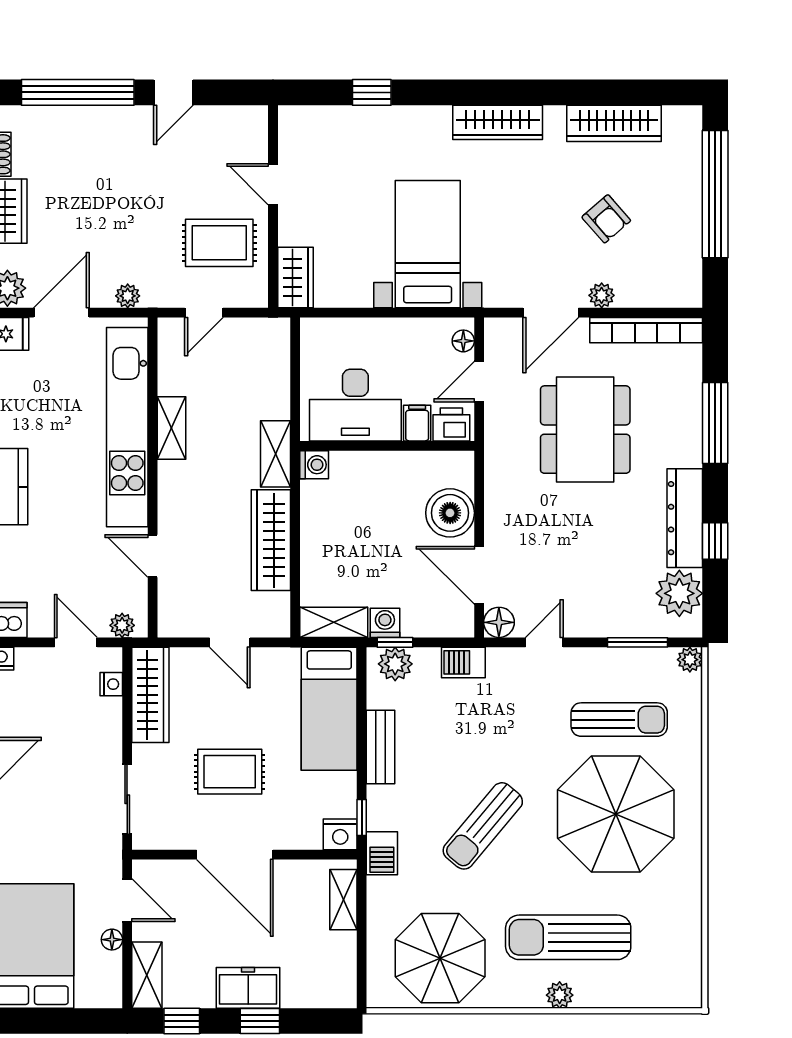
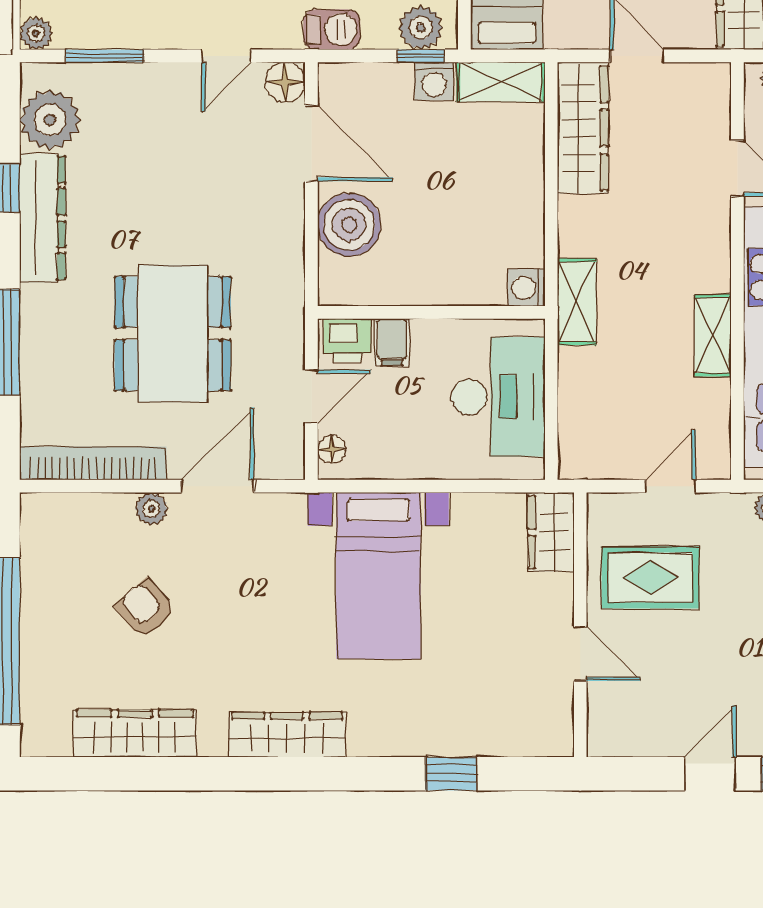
desk: (355, 405) -> (498, 397), moved, turned 90
wardrobe: (271, 540) -> (583, 128), moved

